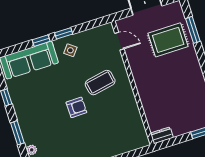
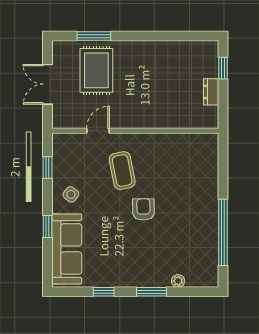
window: (64, 33) -> (48, 168), moved
door: (119, 41) -> (98, 131), moved
dresser: (162, 135) -> (211, 92), moved

